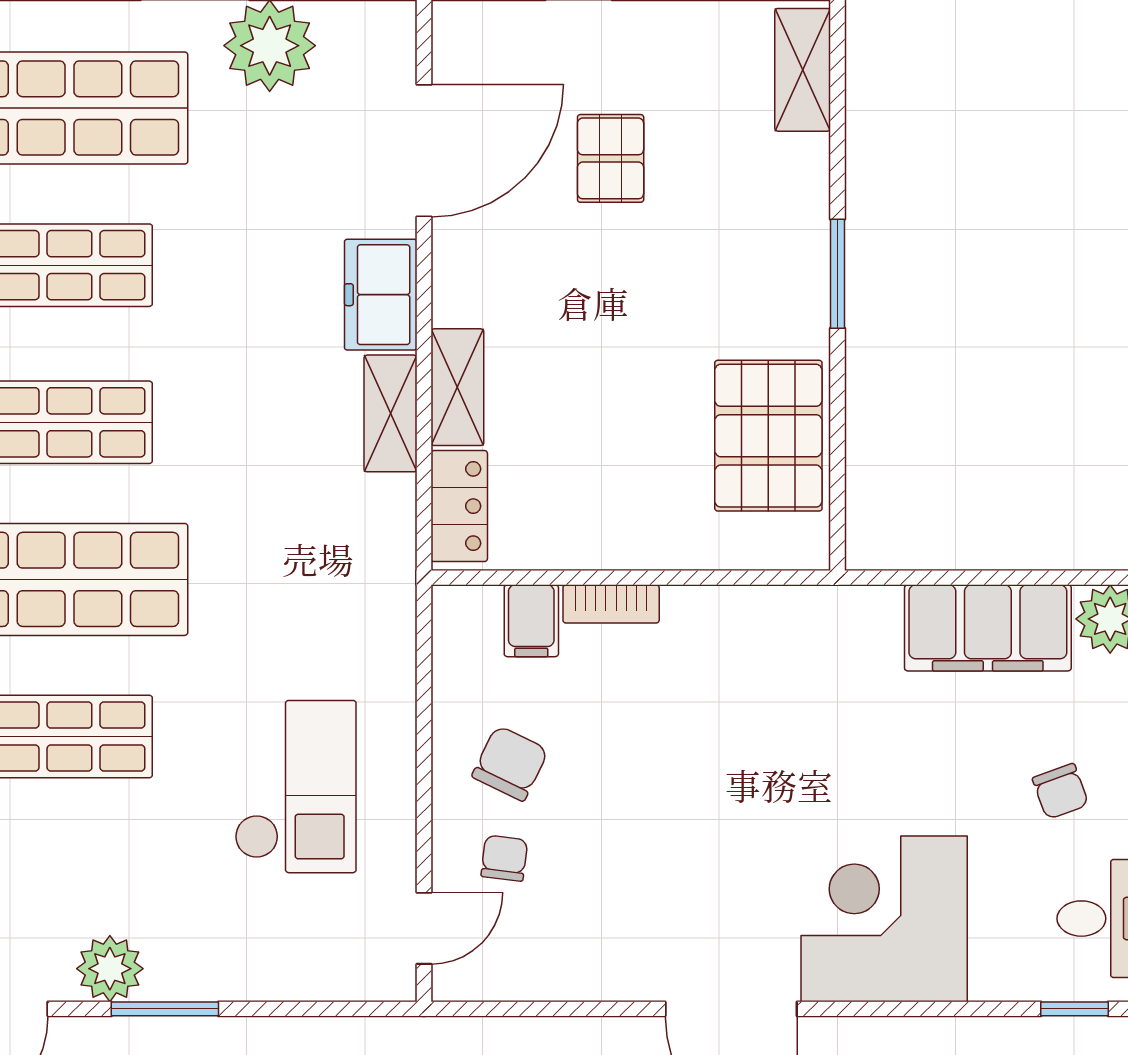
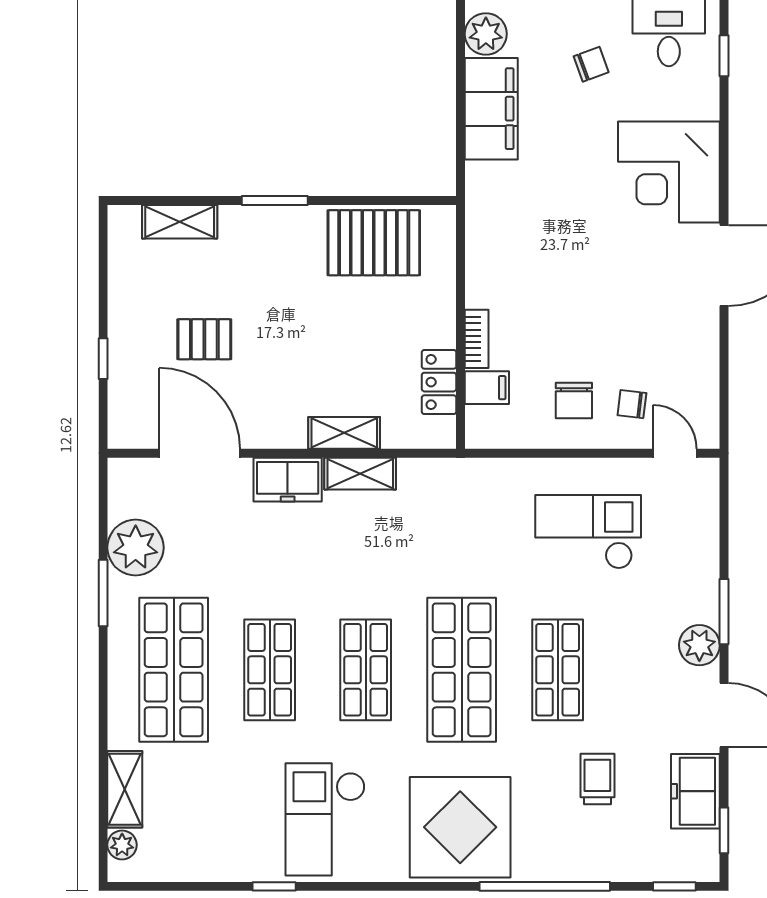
shelving: (803, 70) -> (180, 222), moved
locker: (459, 506) -> (439, 382), moved, turned -90
chair: (510, 763) -> (574, 401), turned -116

